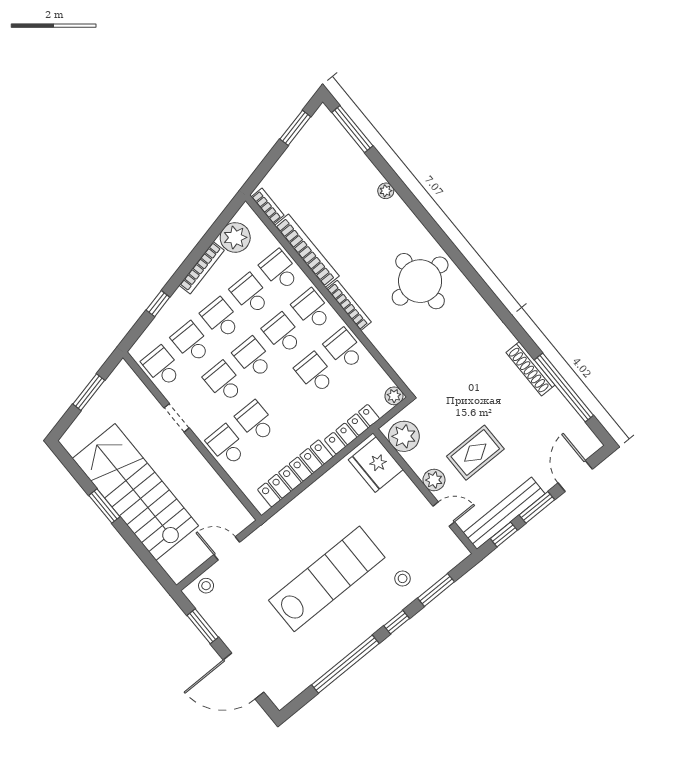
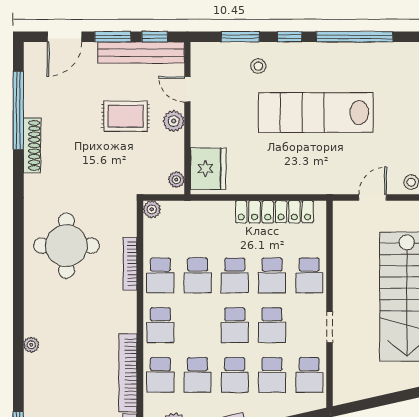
plant: (386, 191) -> (31, 345), moved
round table: (420, 281) -> (66, 246), moved
bookcase: (349, 305) -> (130, 264), moved
school desk: (283, 334) -> (235, 275), moved
window: (89, 392) -> (380, 401), removed
locker: (352, 429) -> (204, 210), removed
plant: (404, 436) -> (176, 180), width x0.53, depth x0.53
door: (227, 548) -> (373, 197), swing flipped

